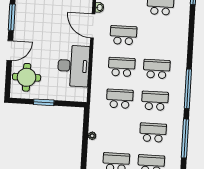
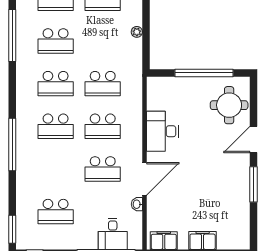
door: (93, 26) -> (145, 179), hinge flipped
desk: (73, 66) -> (162, 131), width x0.73, depth x0.77
window: (188, 89) -> (12, 144), moved
window: (44, 102) -> (204, 73), width x2.11

